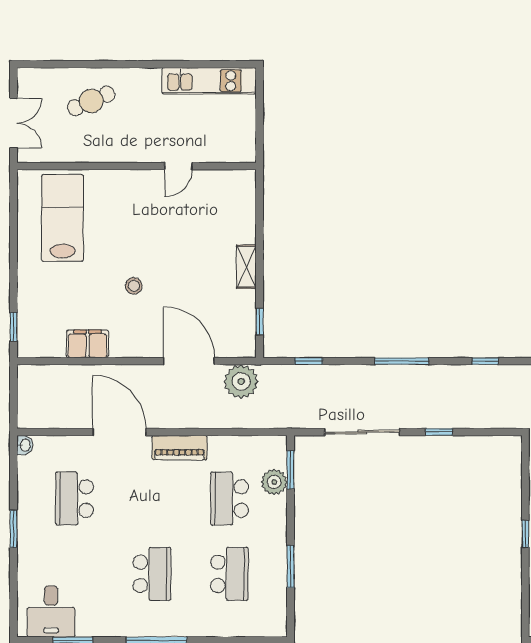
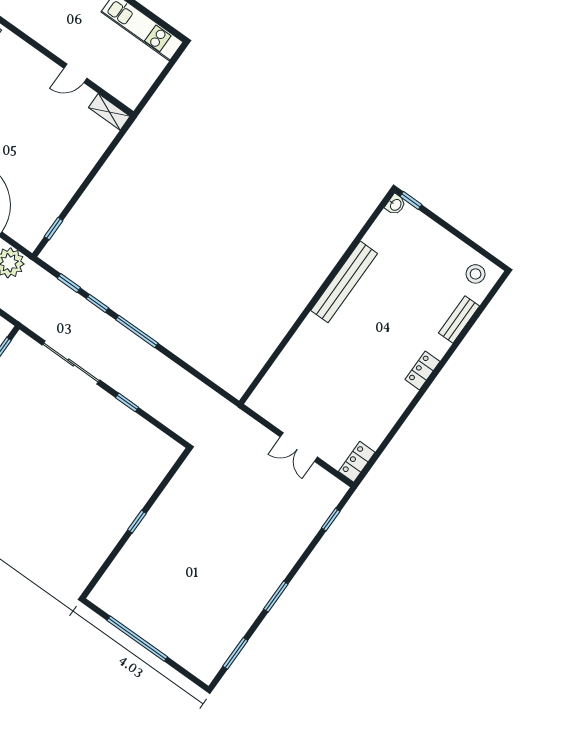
shelving: (246, 267) -> (109, 112), moved, turned 90
window: (485, 361) -> (97, 303), moved

